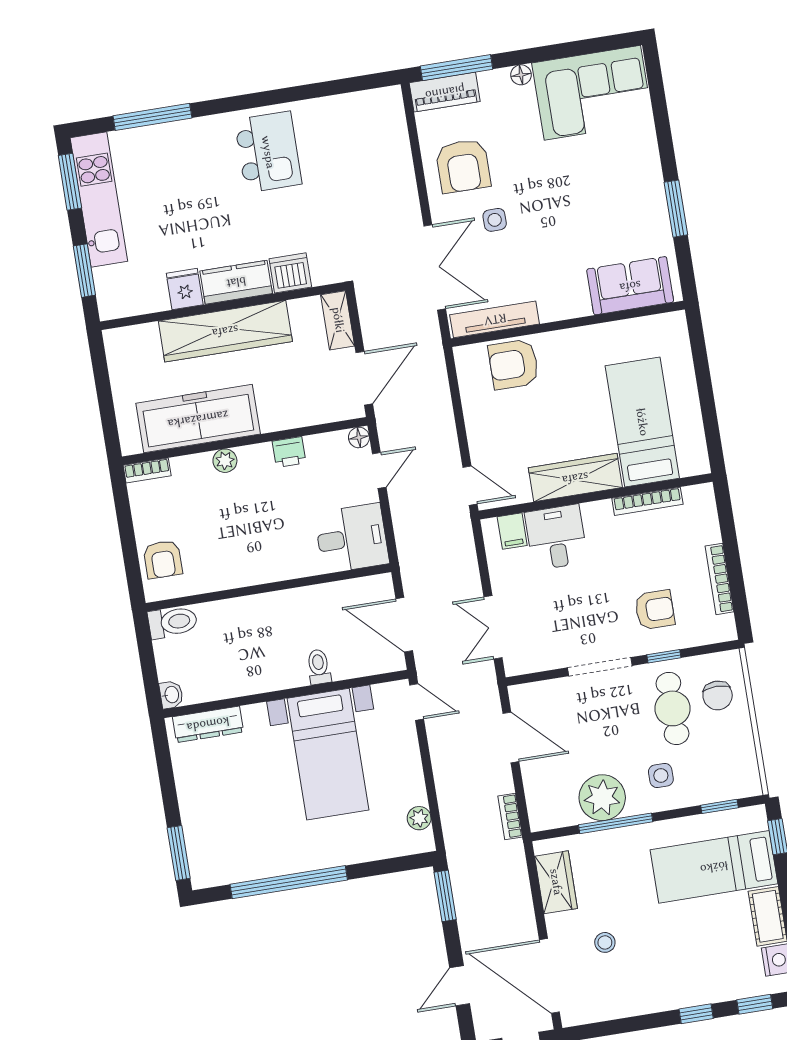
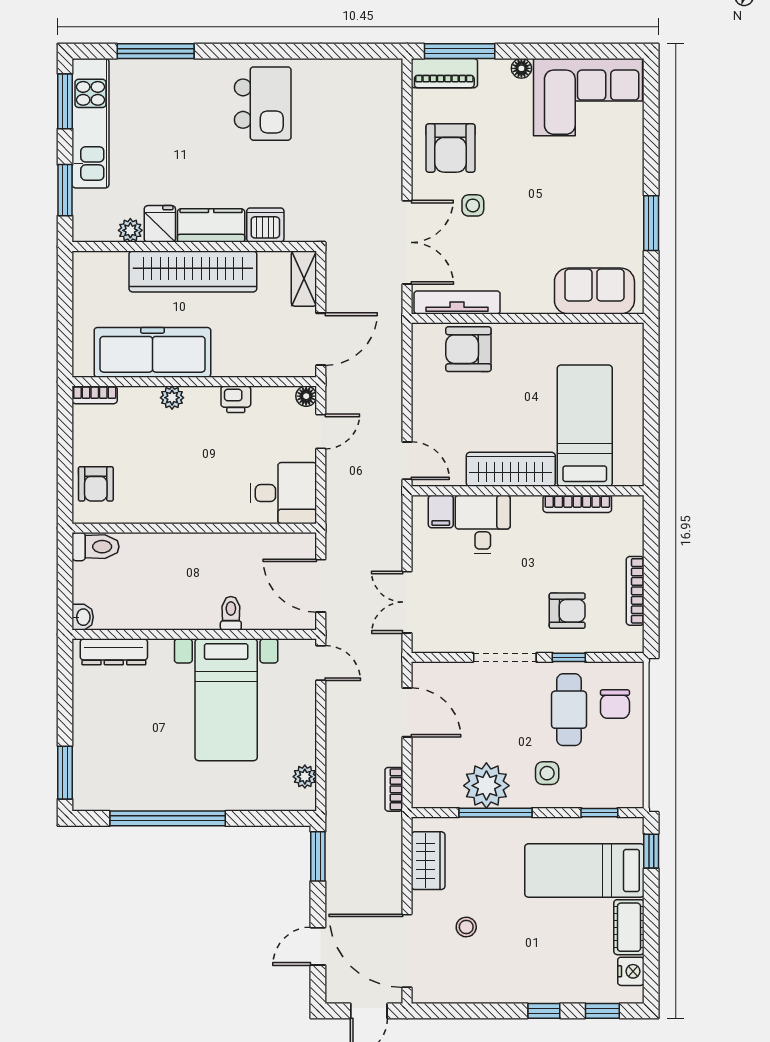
plant: (156, 300) -> (130, 230), added

